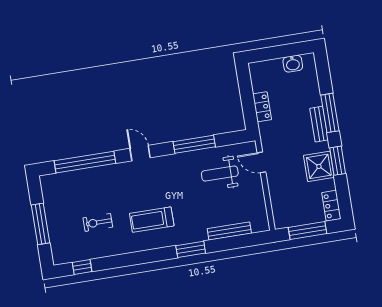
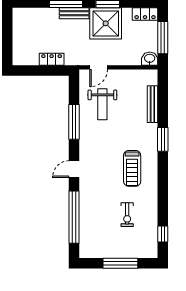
washbasin: (293, 64) -> (150, 59), moved, turned -90
shower: (319, 166) -> (106, 23), width x1.37, depth x1.37

